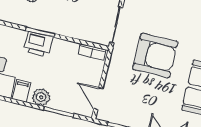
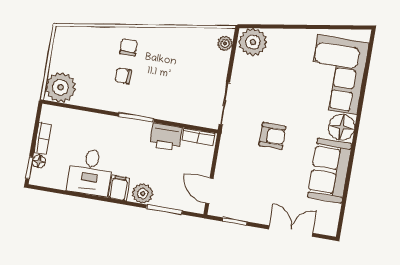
printer: (38, 44) -> (166, 137), moved
armchair: (155, 55) -> (272, 136), width x0.53, depth x0.53

